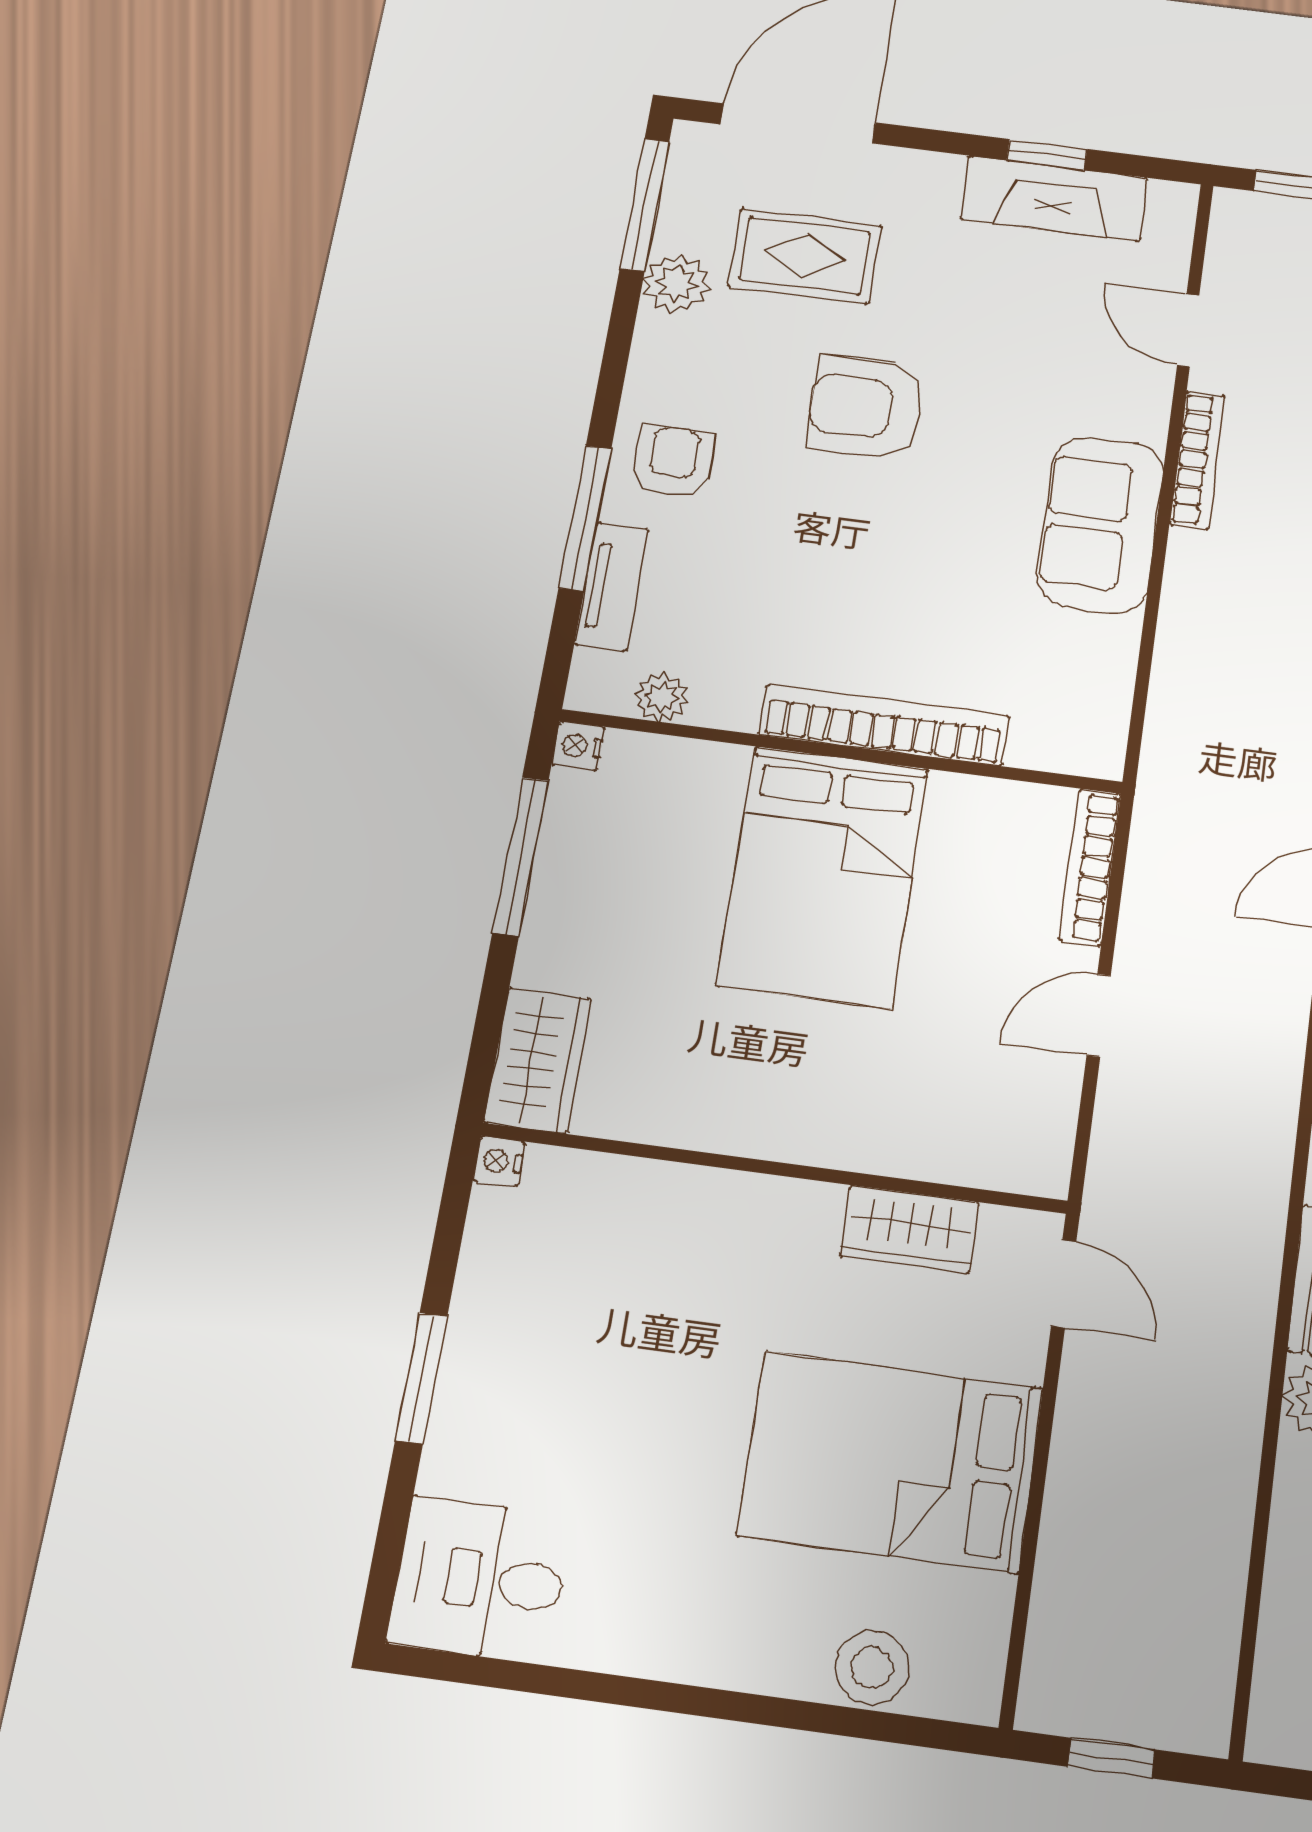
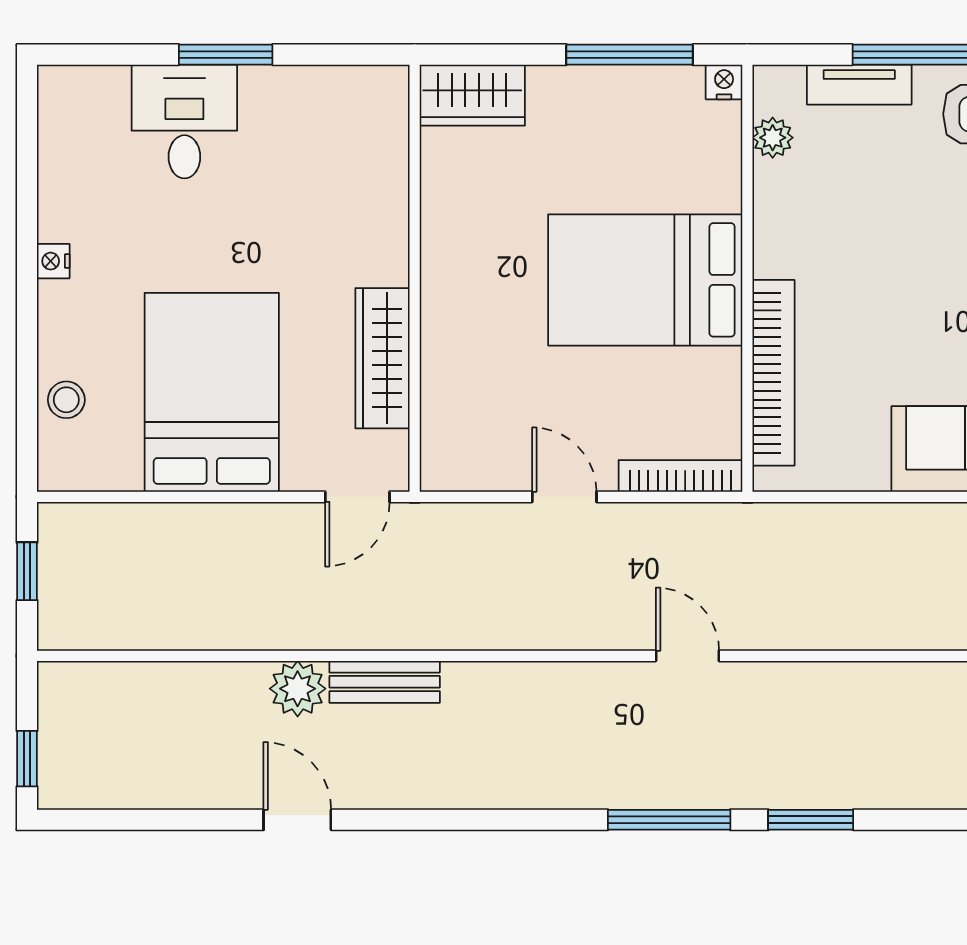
bookcase: (884, 725) -> (773, 373), moved
nightstand: (499, 1161) -> (53, 261), moved, turned -90
wardrobe: (909, 1229) -> (382, 358), width x1.50
desk: (480, 1579) -> (184, 122), moved
stool: (872, 1667) -> (66, 400), width x0.73, depth x0.73

